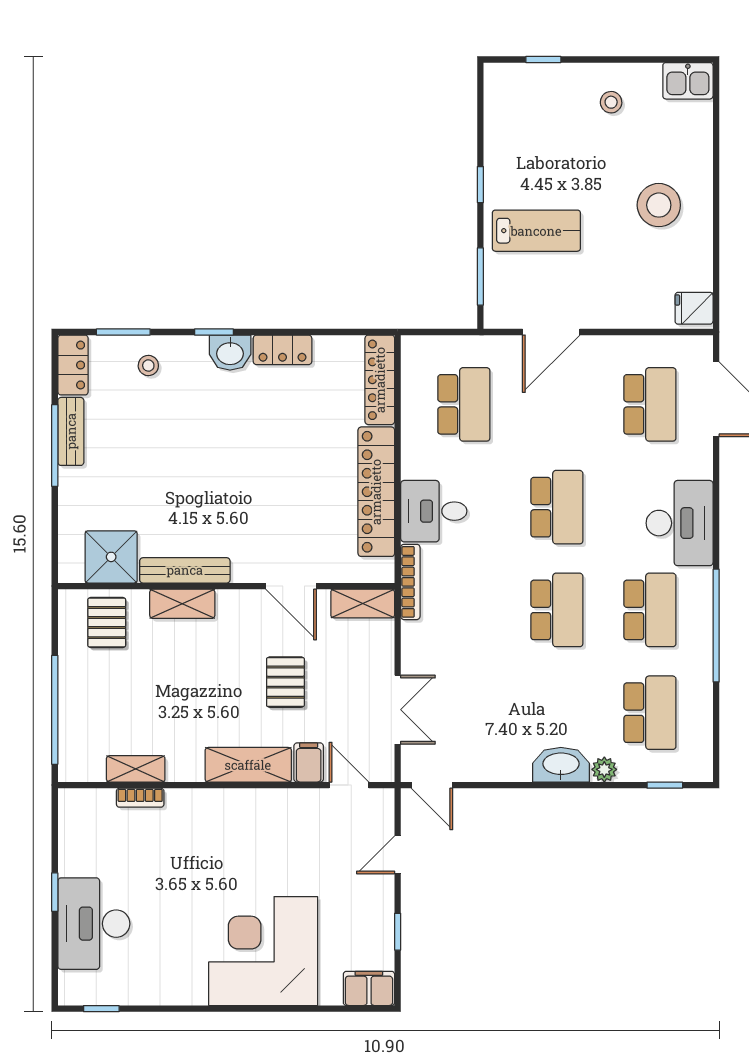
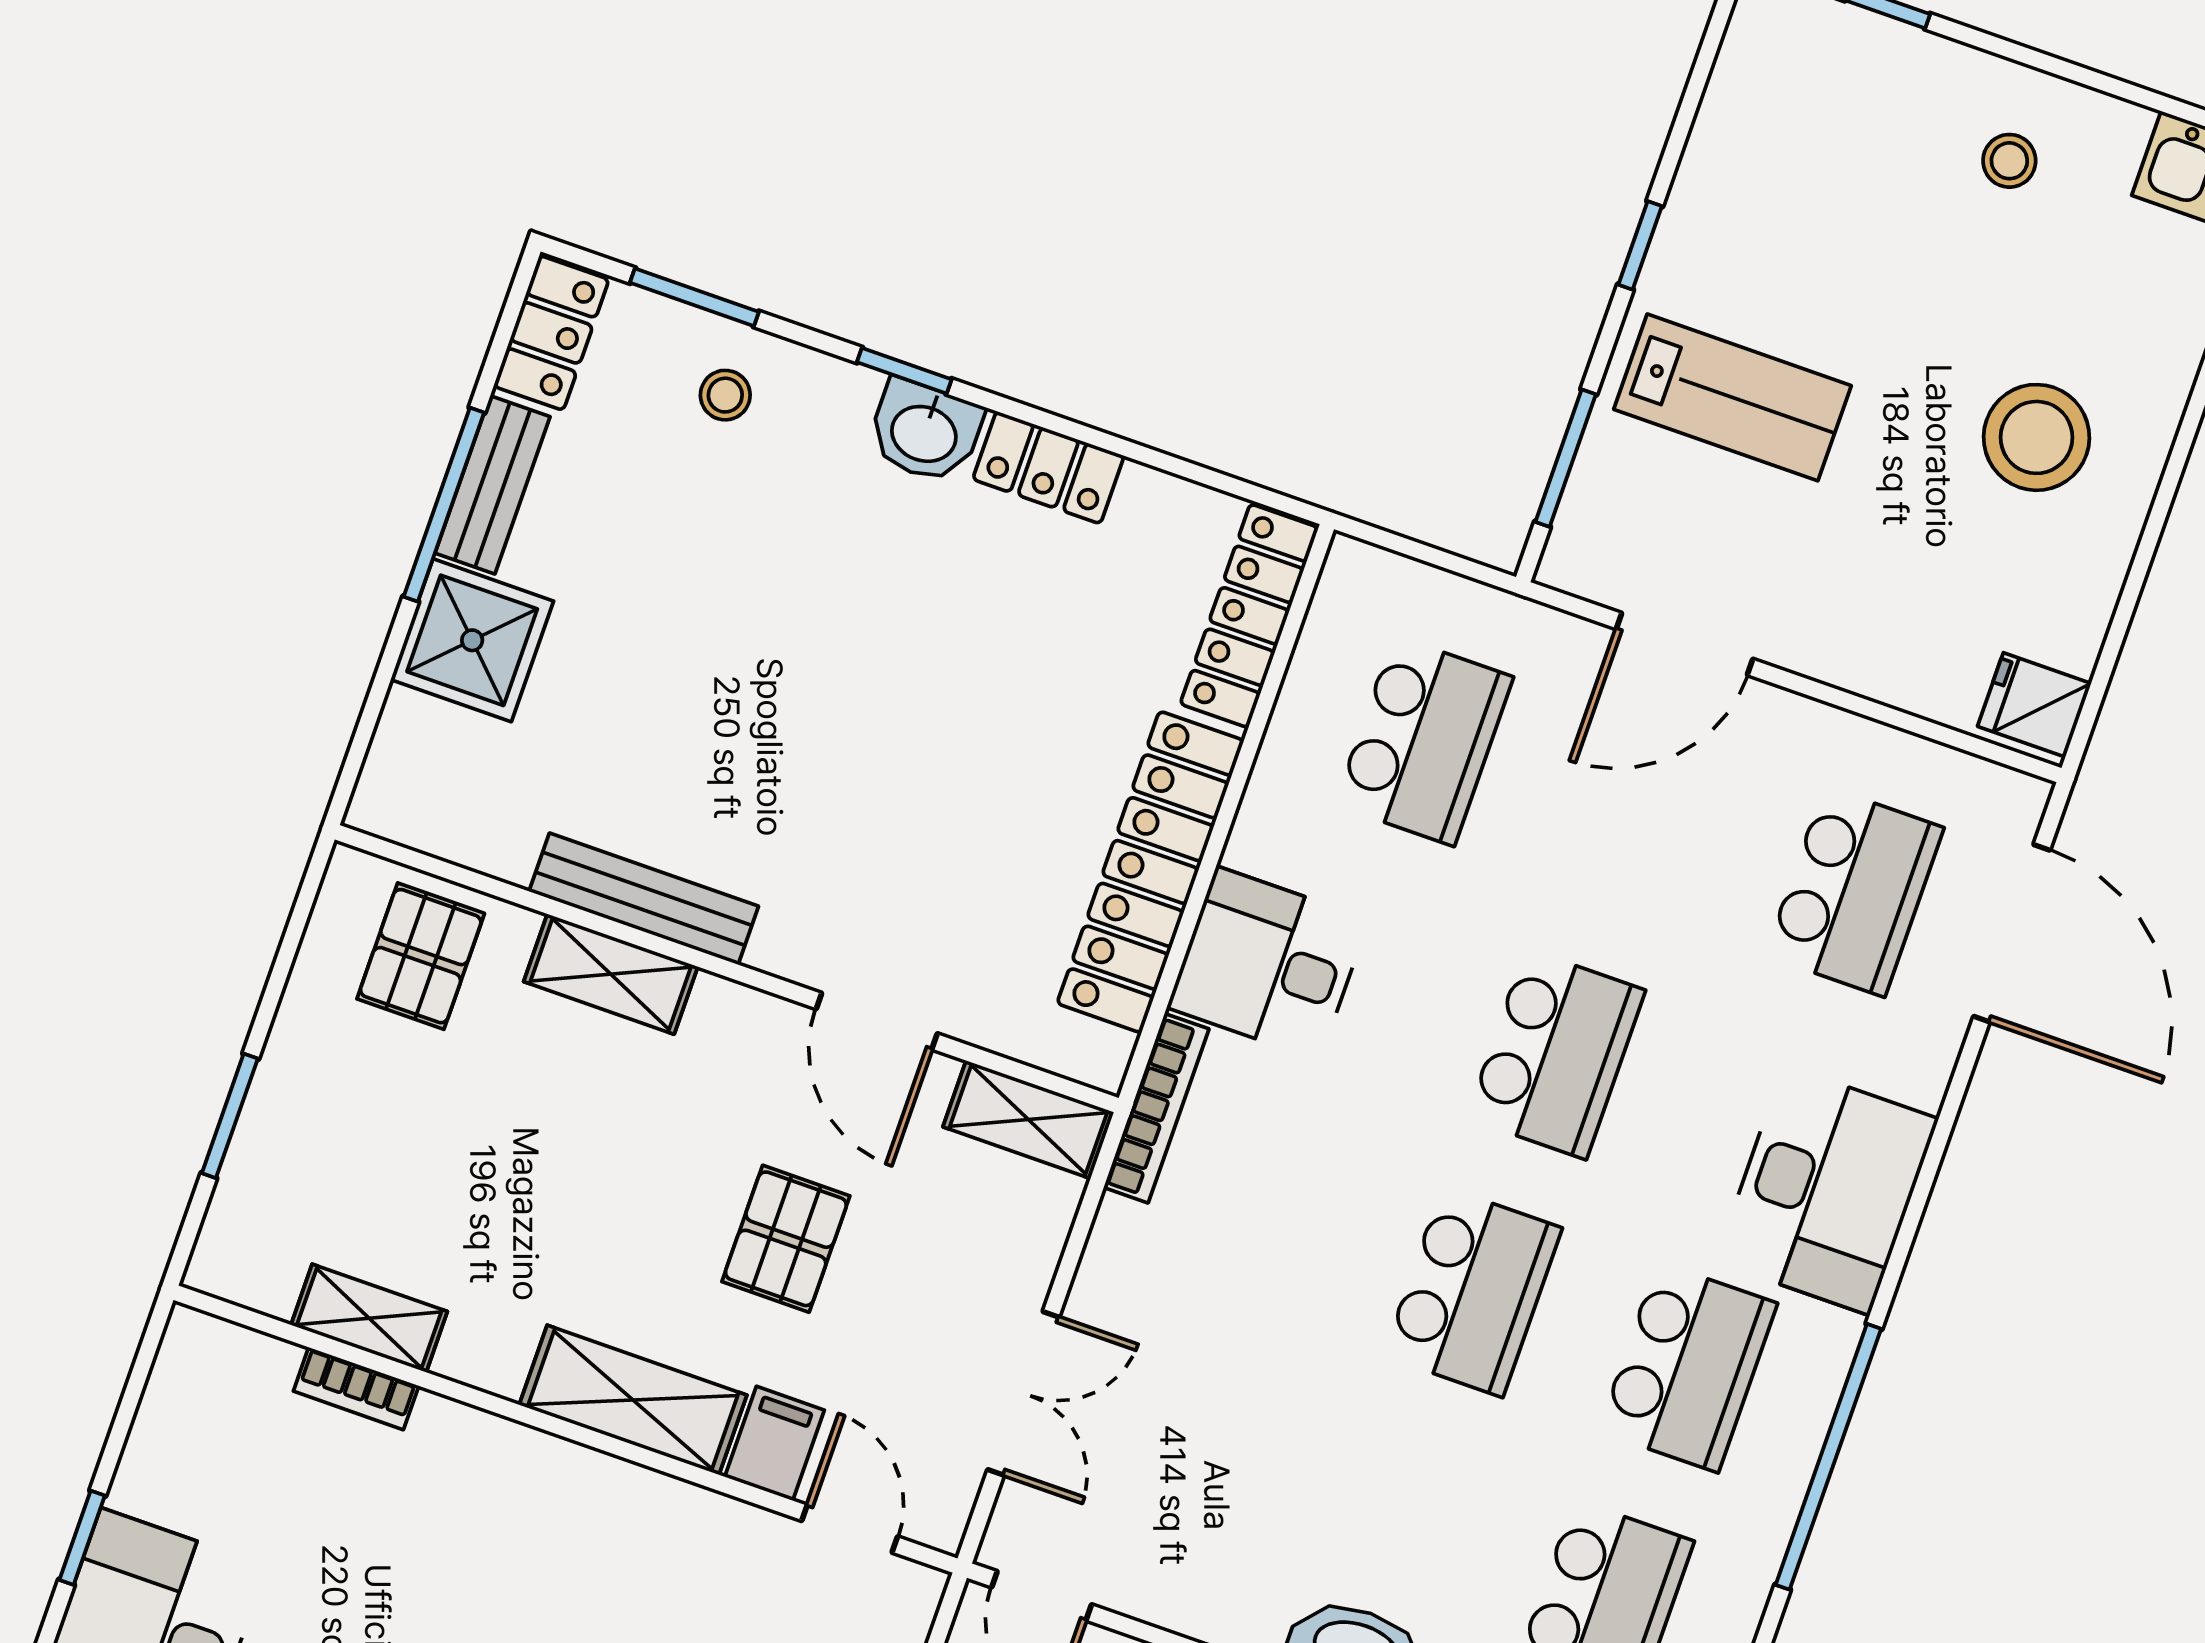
shower: (111, 557) -> (472, 640), moved
window: (55, 710) -> (230, 1116), width x0.47

